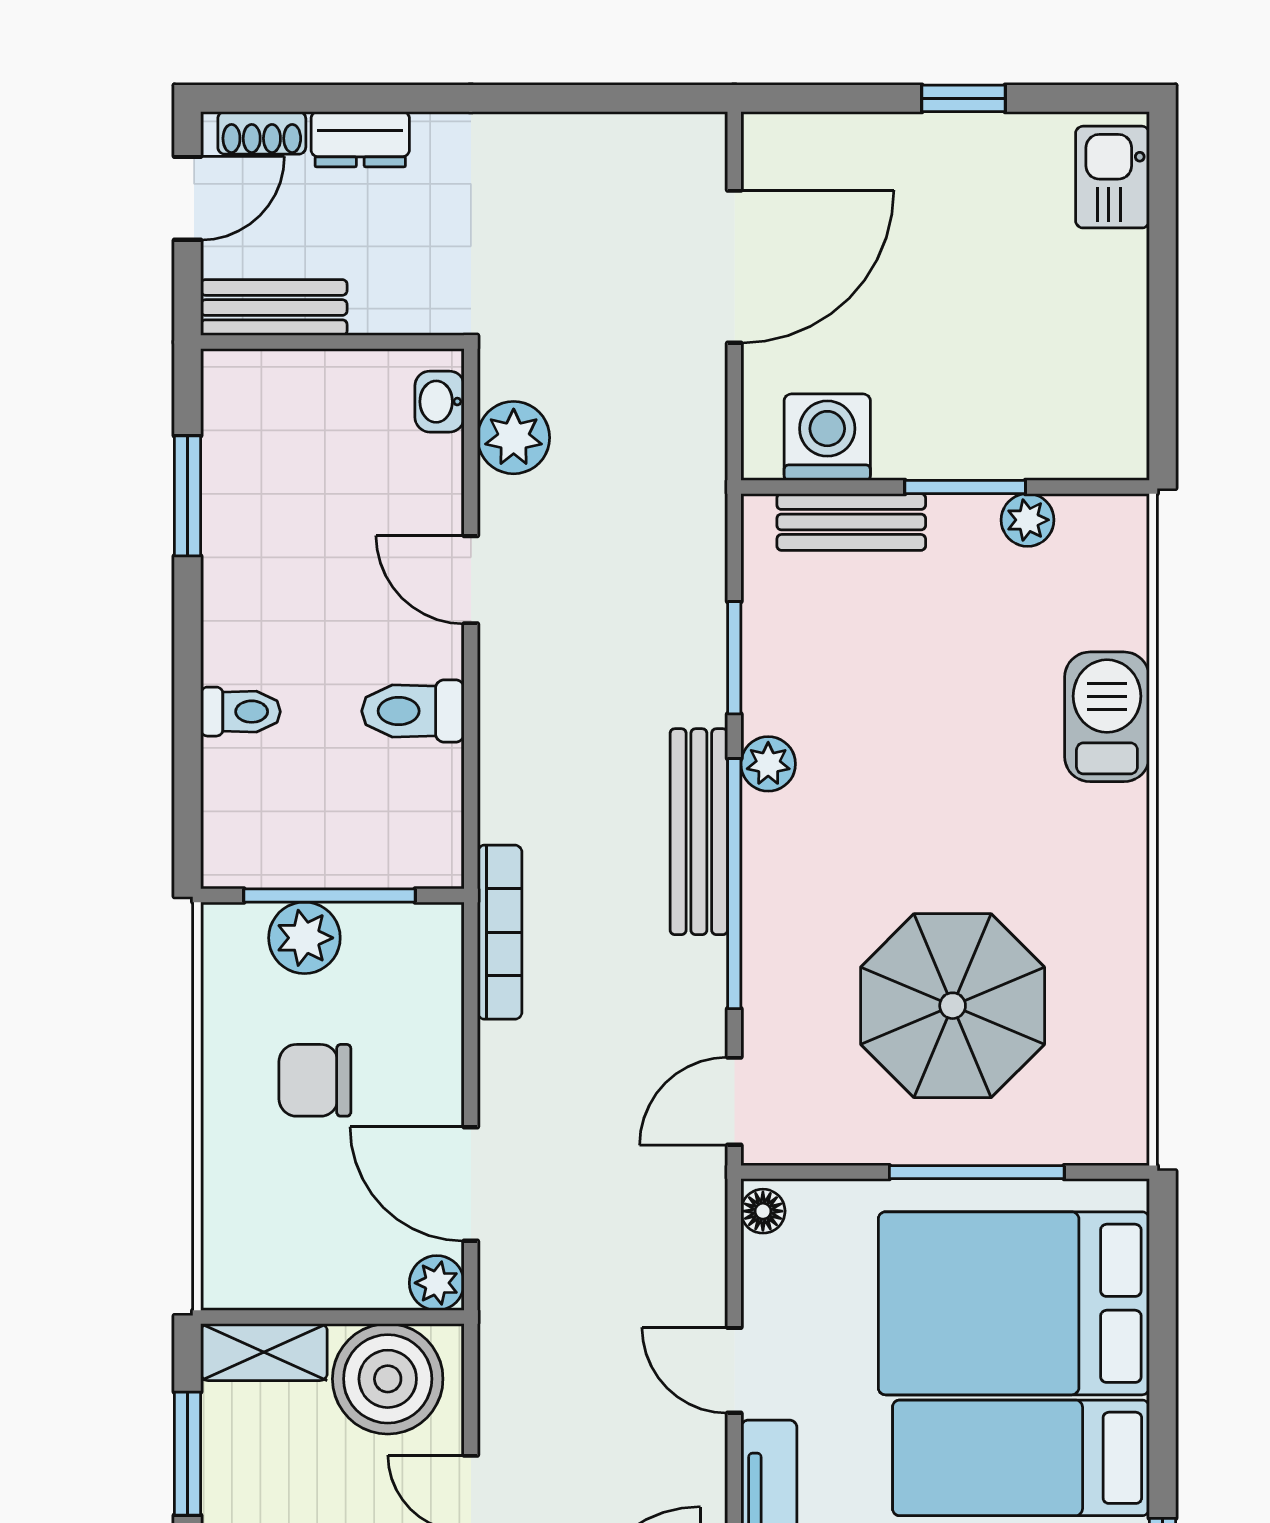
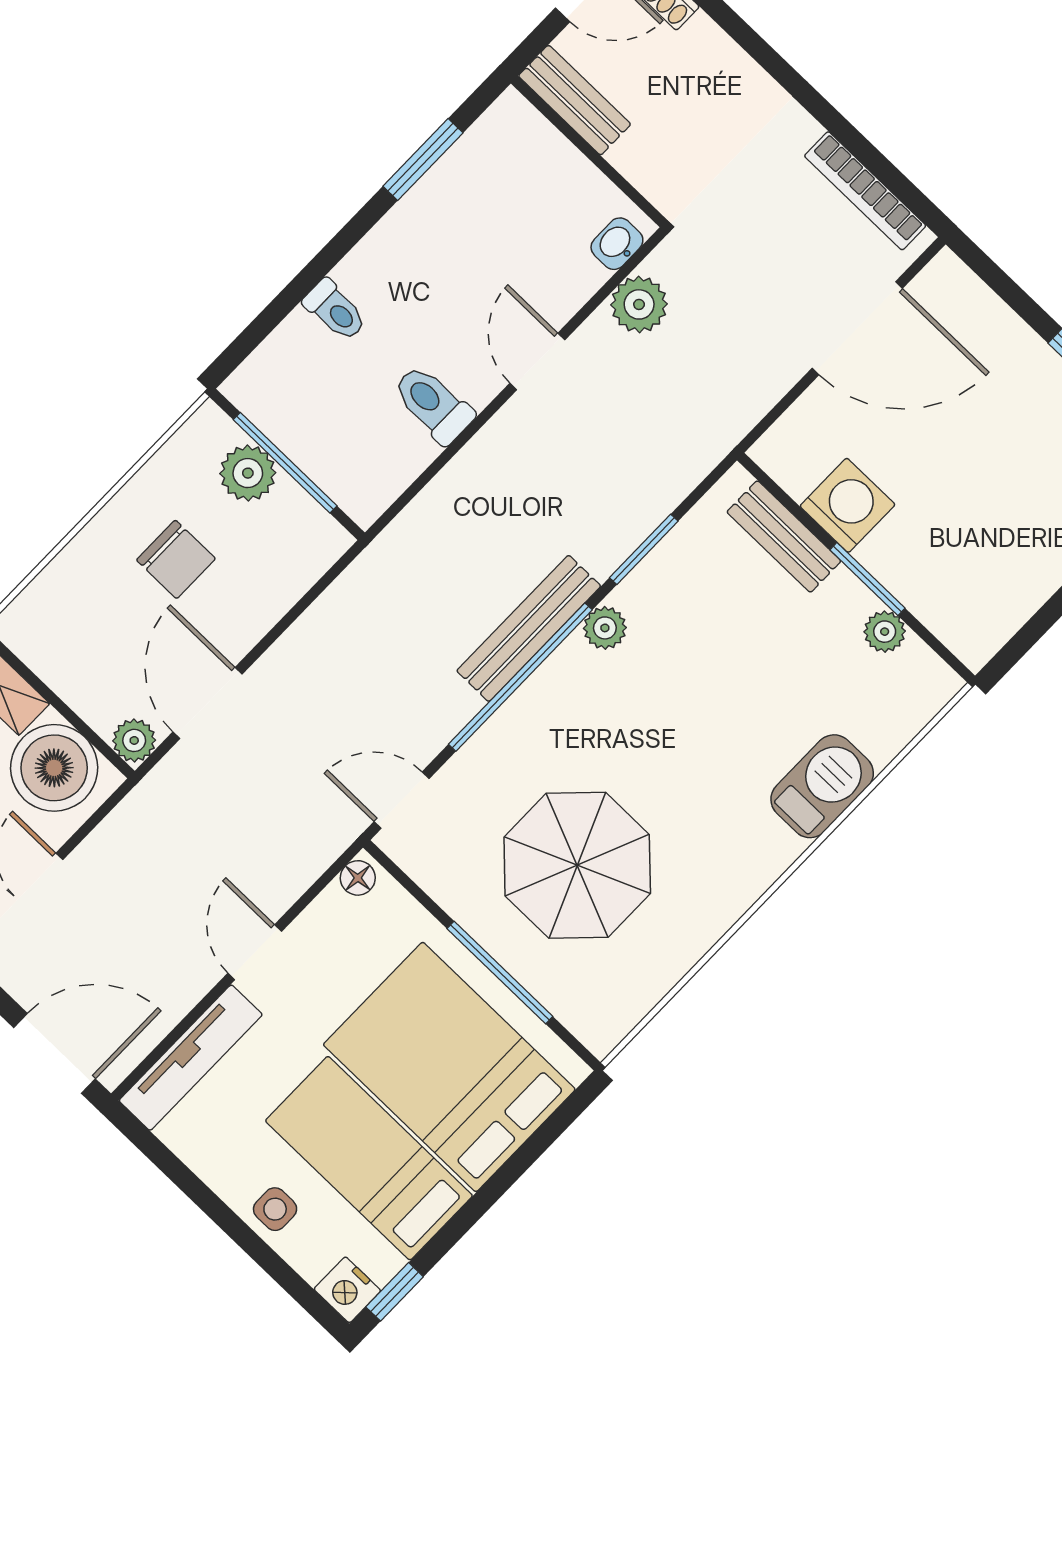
dresser: (360, 139) -> (715, 52), removed
washing machine: (827, 437) -> (847, 505), moved
bookcase: (500, 932) -> (865, 191), moved, turned 90
chair: (315, 1080) -> (176, 559), turned 180

